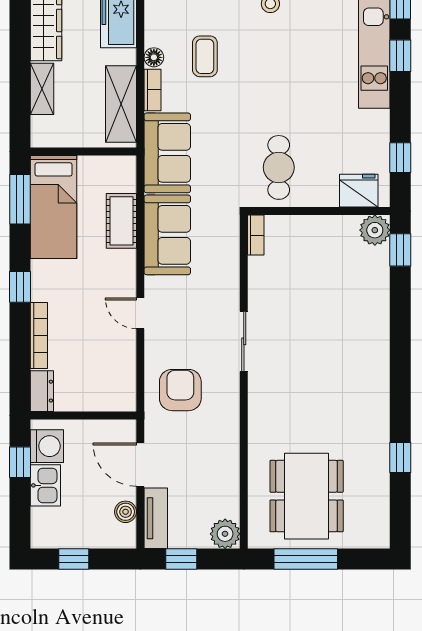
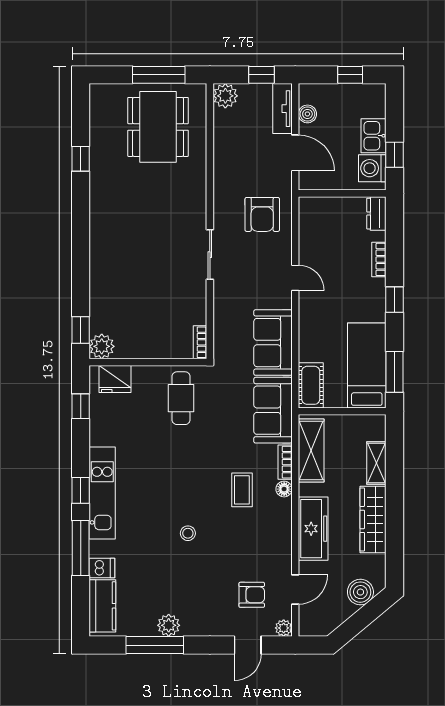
cot: (121, 221) -> (311, 385), moved
bookcase: (39, 335) -> (379, 259), width x0.64

